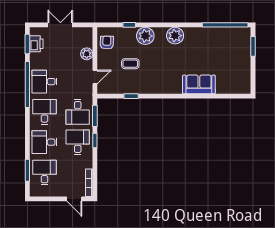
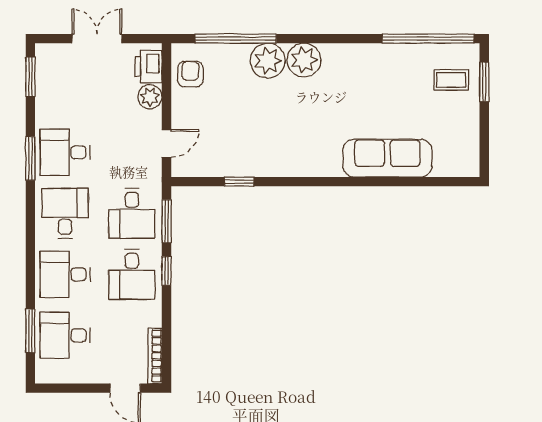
window: (129, 25) -> (236, 39), width x3.17
plant: (175, 36) -> (304, 60), moved
printer: (36, 44) -> (148, 67), moved, turned 180
coffee table: (130, 64) -> (451, 80), moved
sofa: (199, 84) -> (387, 158), width x1.36
window: (27, 85) -> (30, 158), width x0.47
desk: (78, 142) -> (132, 274), turned 180
desk: (45, 173) -> (65, 335), turned -90

